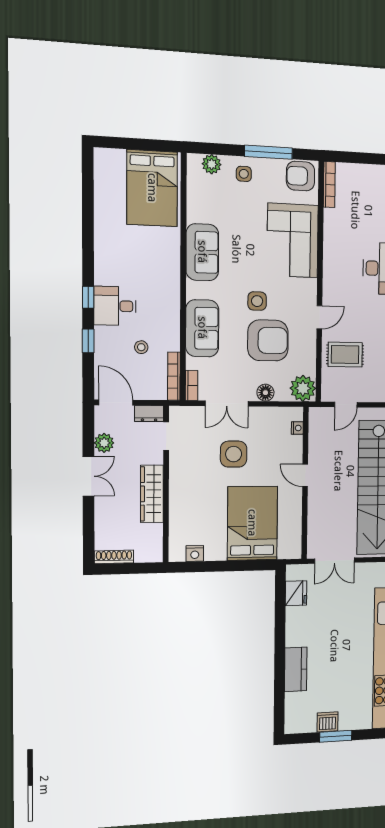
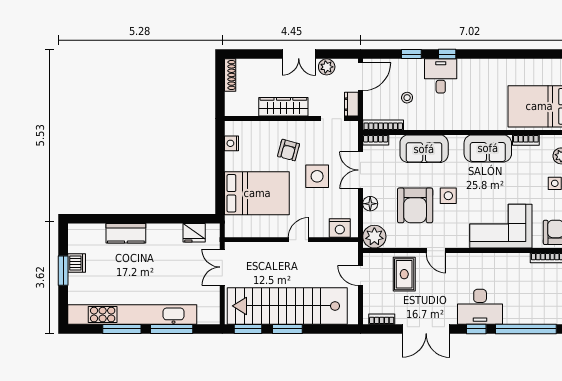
bookcase: (193, 206) -> (526, 140), added
nightstand: (297, 428) -> (340, 228), width x1.89, depth x1.79
armchair: (203, 487) -> (289, 150), added

